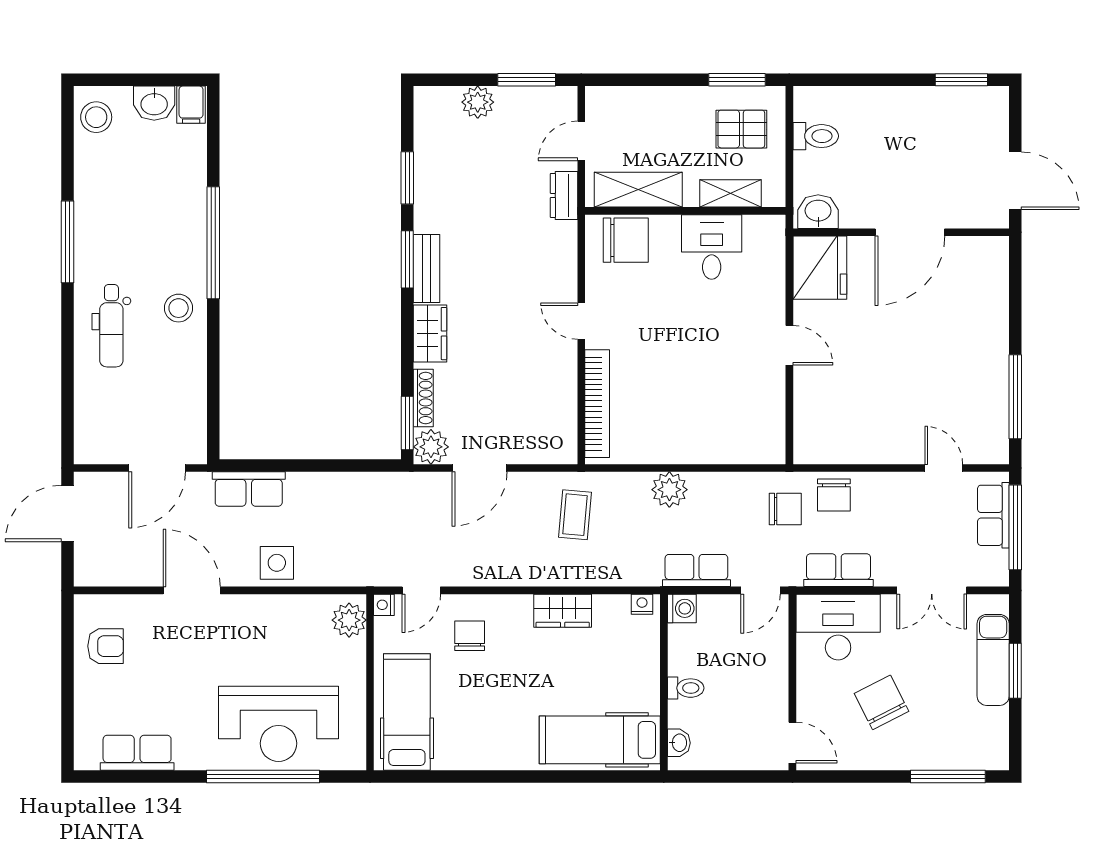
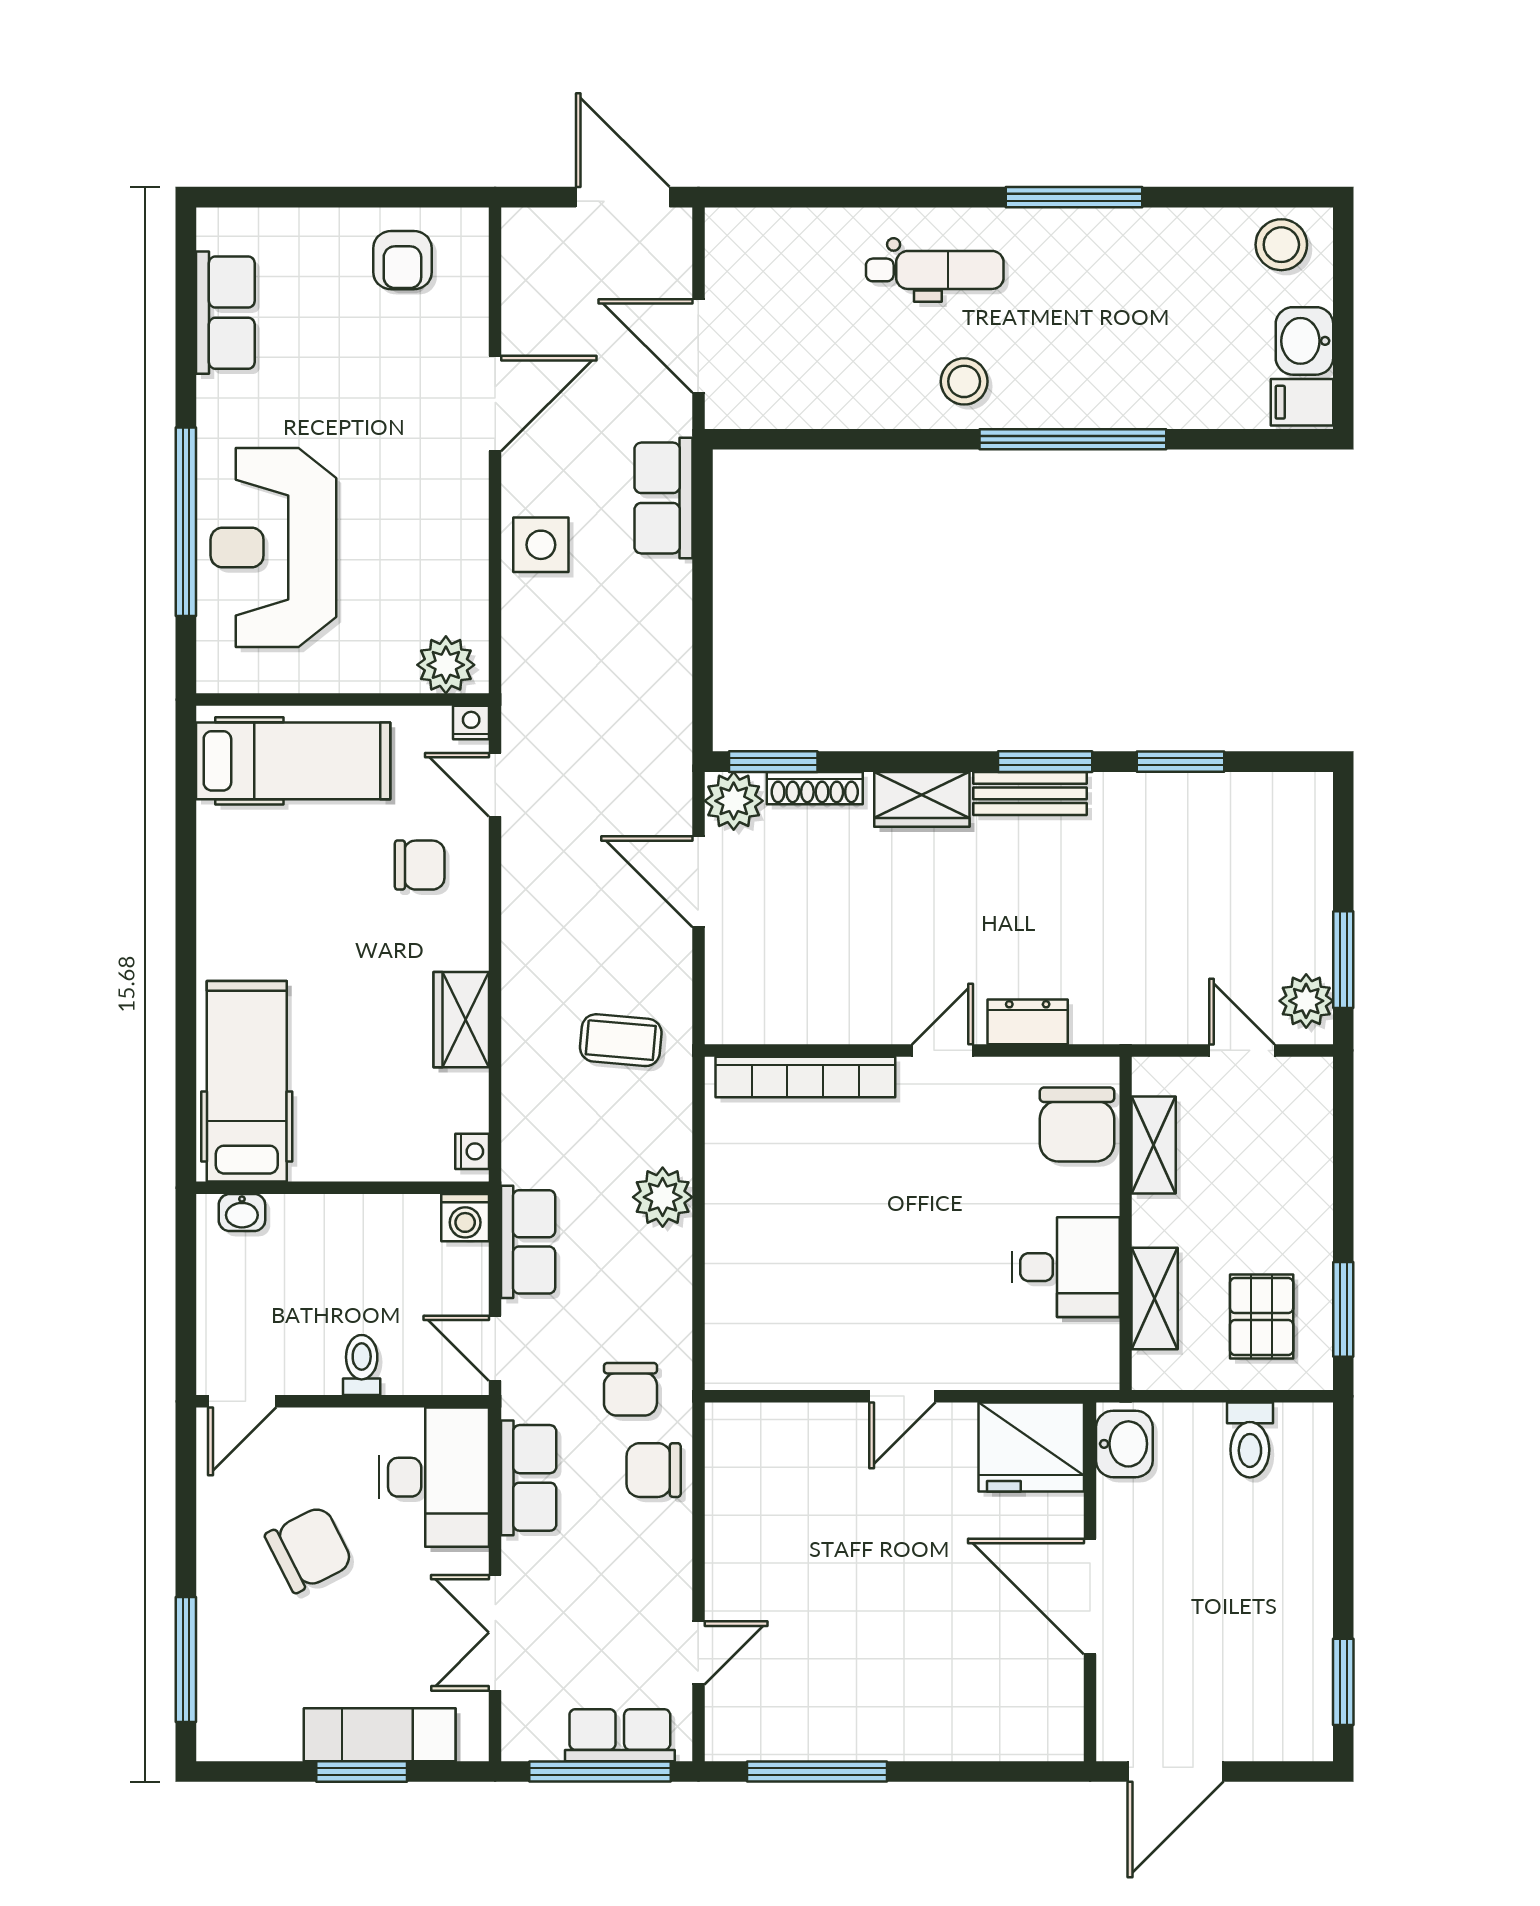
plant: (478, 102) -> (1306, 1001), moved
shelving: (638, 190) -> (1154, 1145), width x0.67, depth x0.75
dresser: (564, 195) -> (1028, 1022), moved
dental chair: (111, 326) -> (935, 270), turned 180
toilet: (686, 688) -> (362, 1365), moved, turned 180

